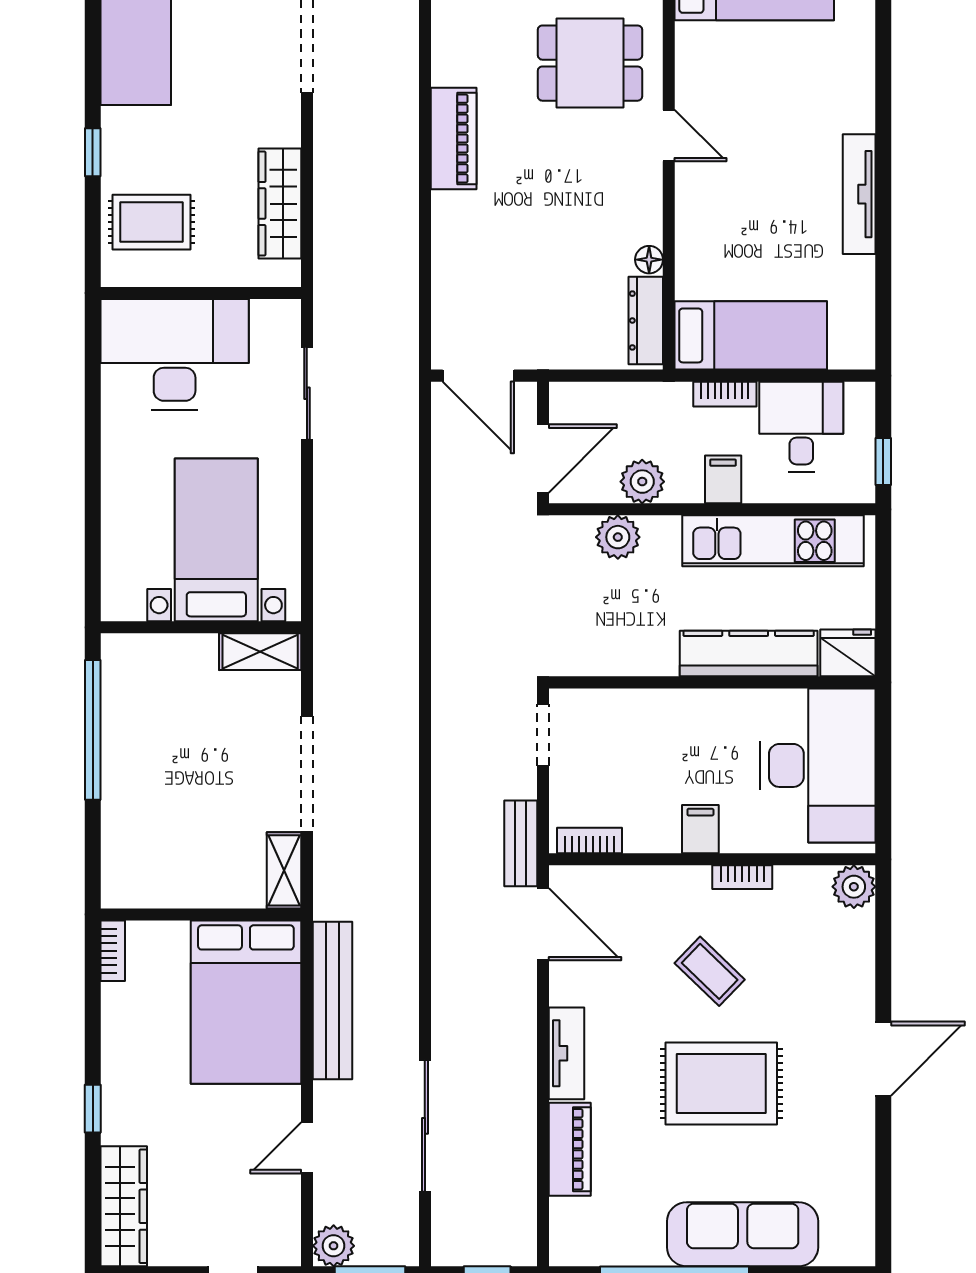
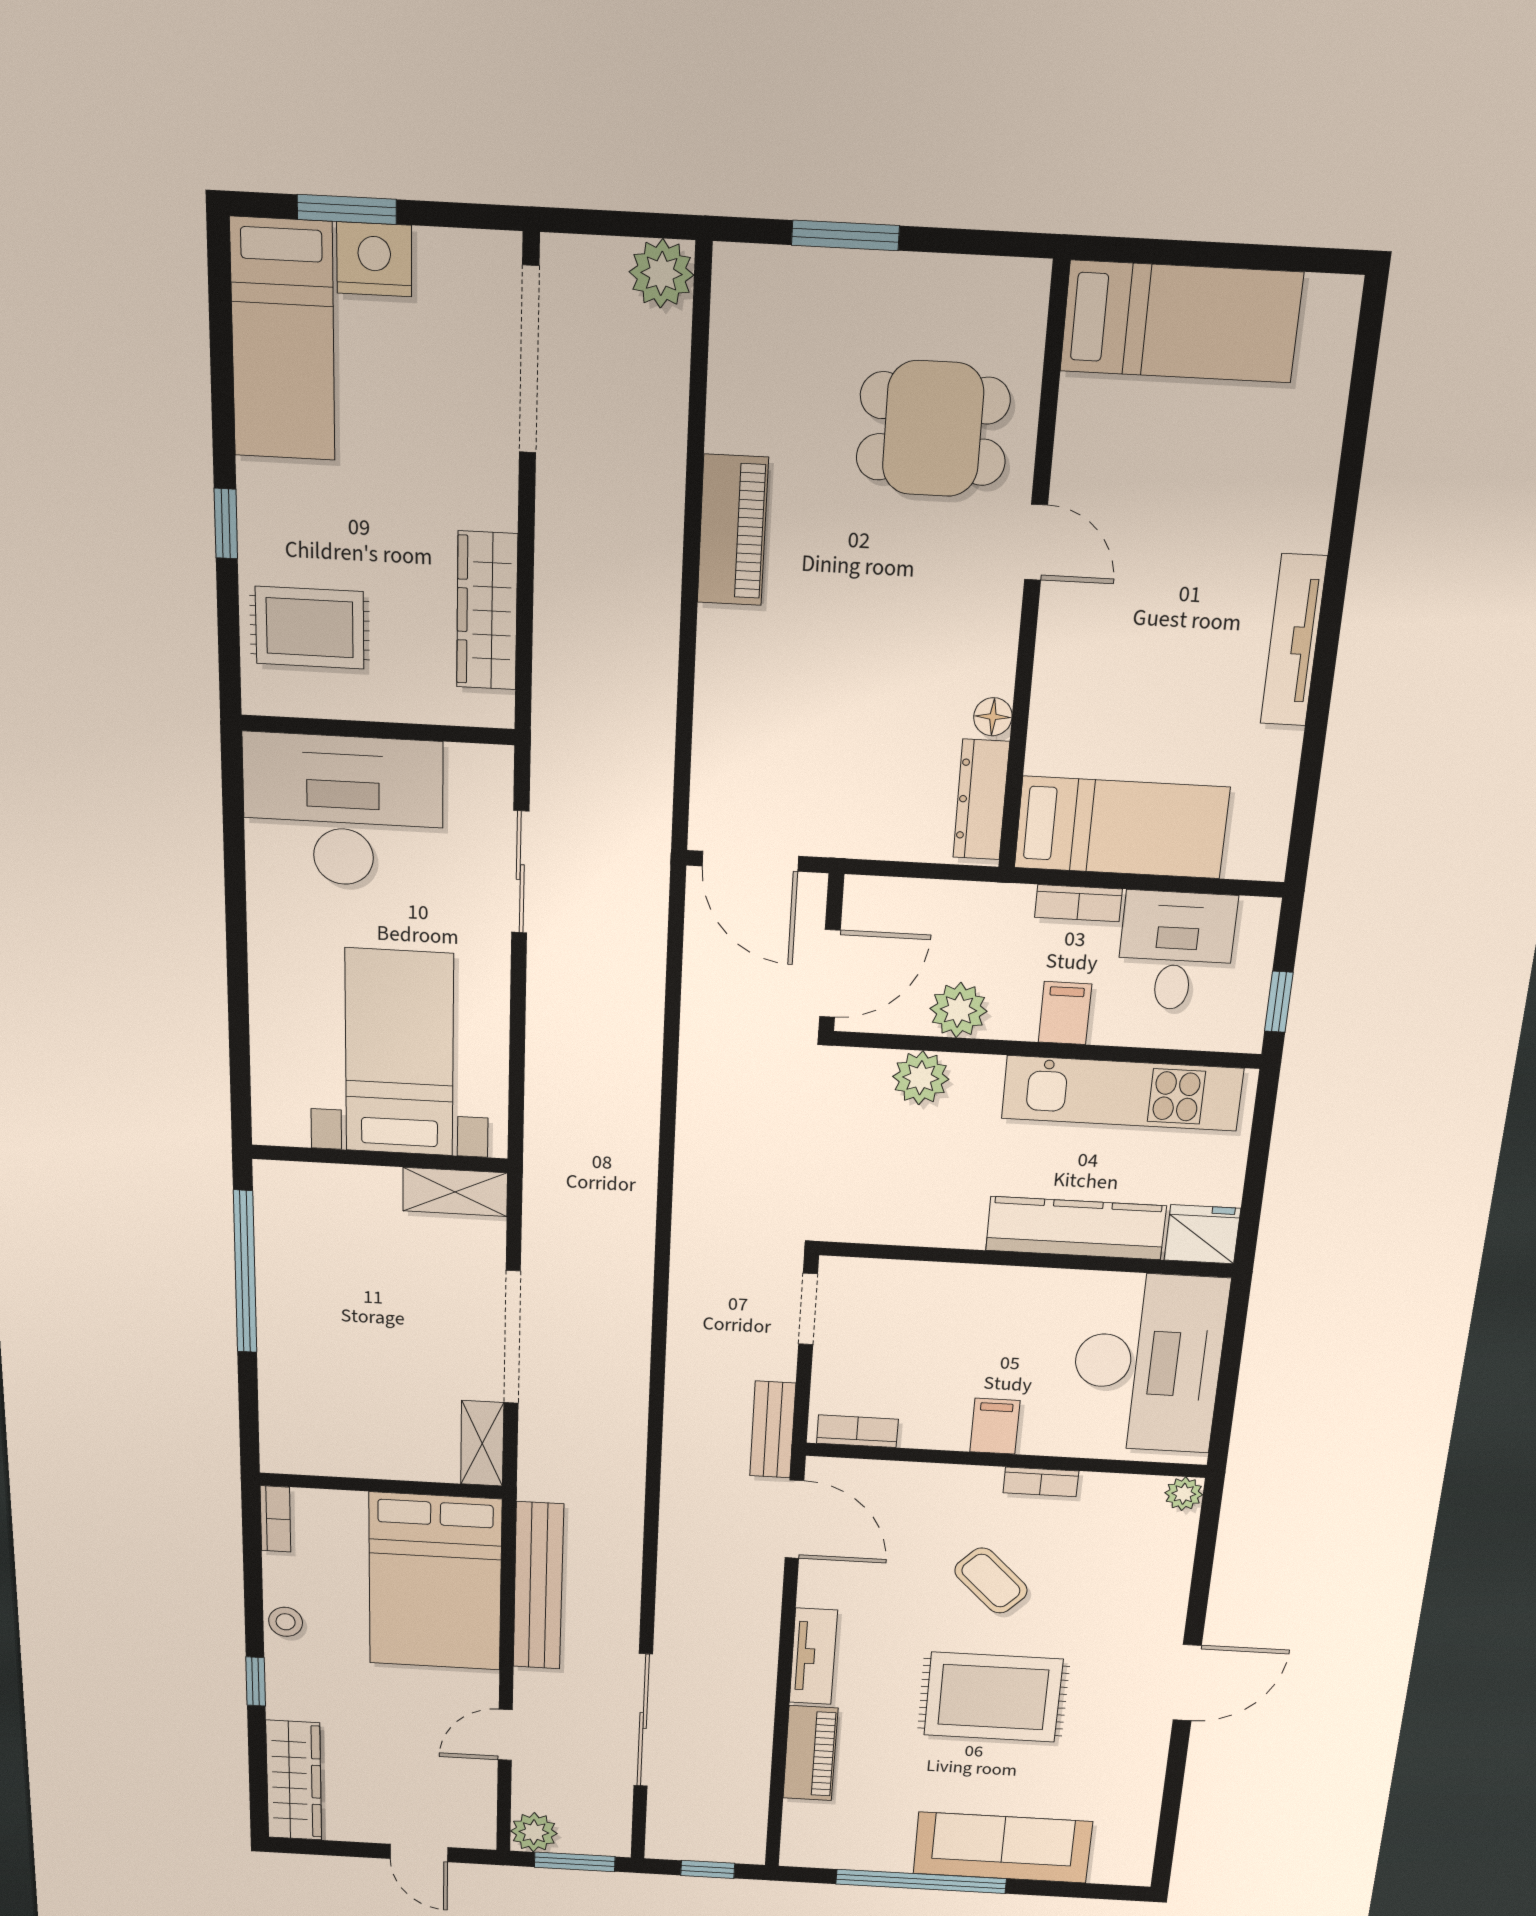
plant: (854, 887) -> (1184, 1494), width x0.73, depth x0.73
stool: (119, 1048) -> (286, 1622), added

